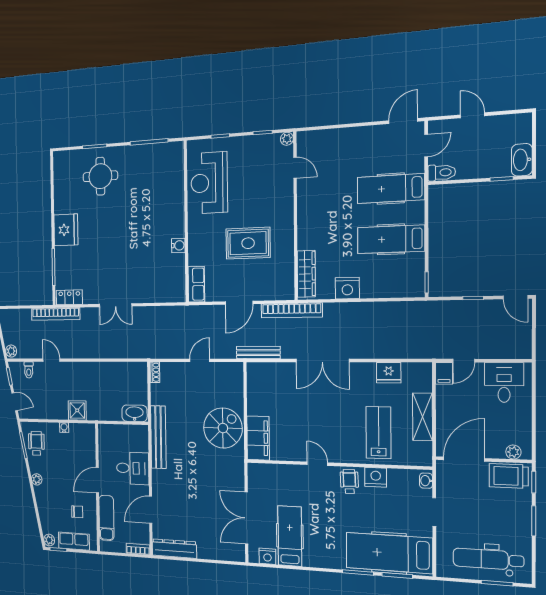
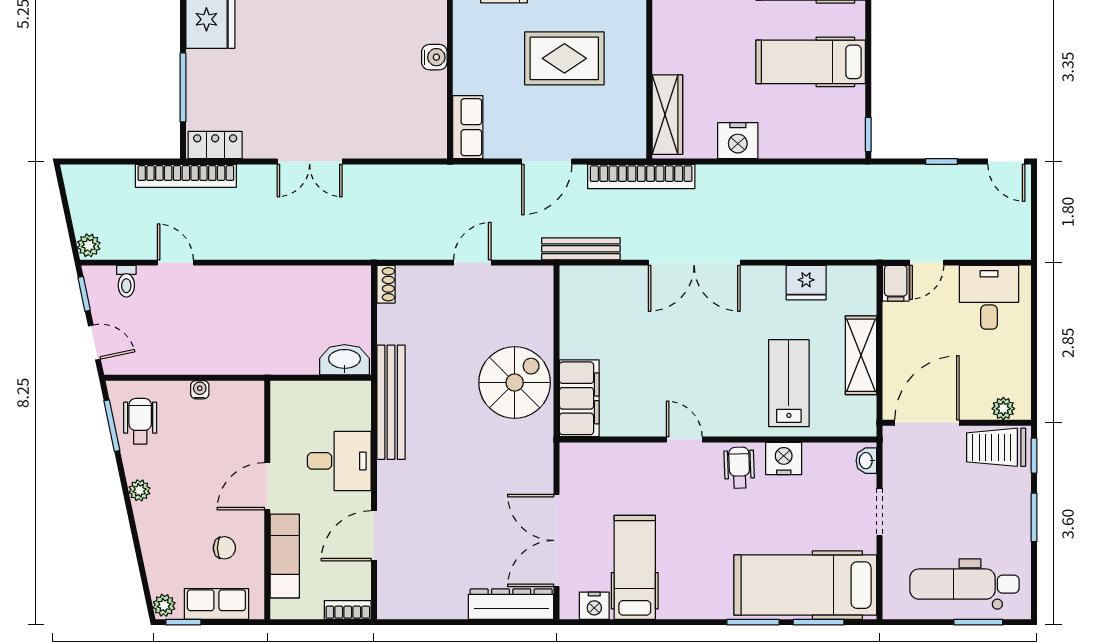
shower: (77, 410) -> (228, 357), removed
dresser: (174, 549) -> (511, 604), moved

